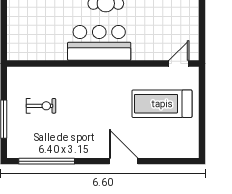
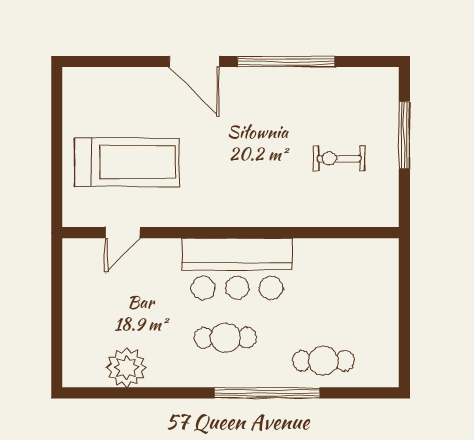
door: (179, 63) -> (123, 233), moved
window: (47, 161) -> (286, 62), moved

